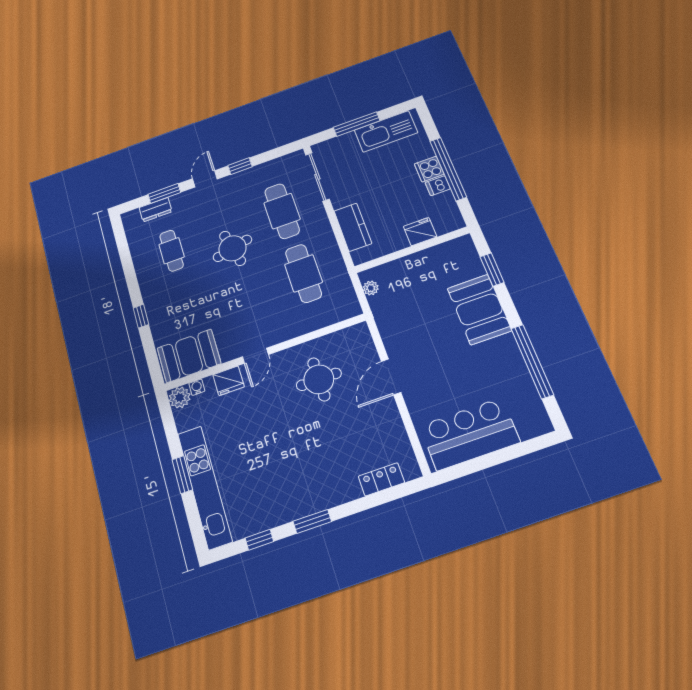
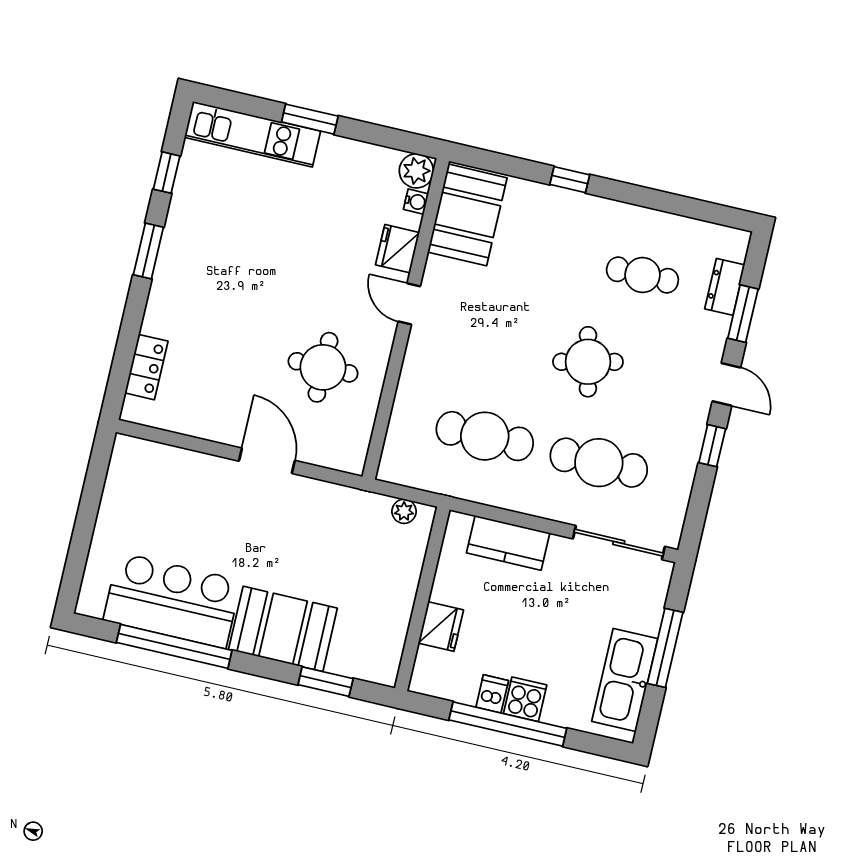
bar counter: (470, 434) -> (172, 600), moved, turned -90
kitchen unit: (205, 487) -> (252, 134), width x0.73

